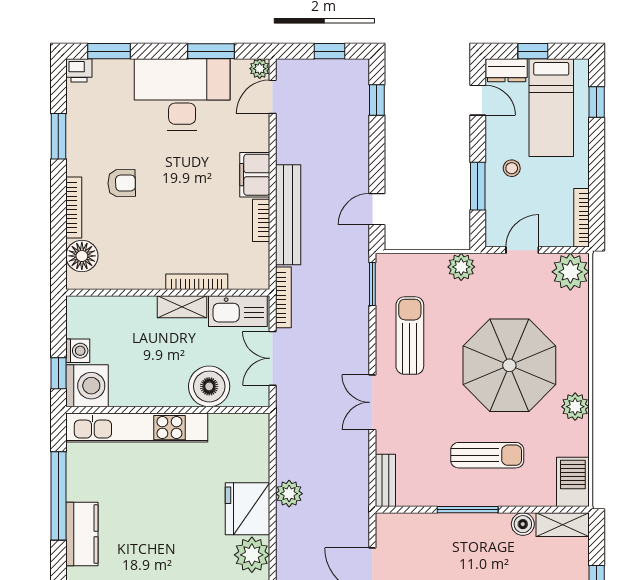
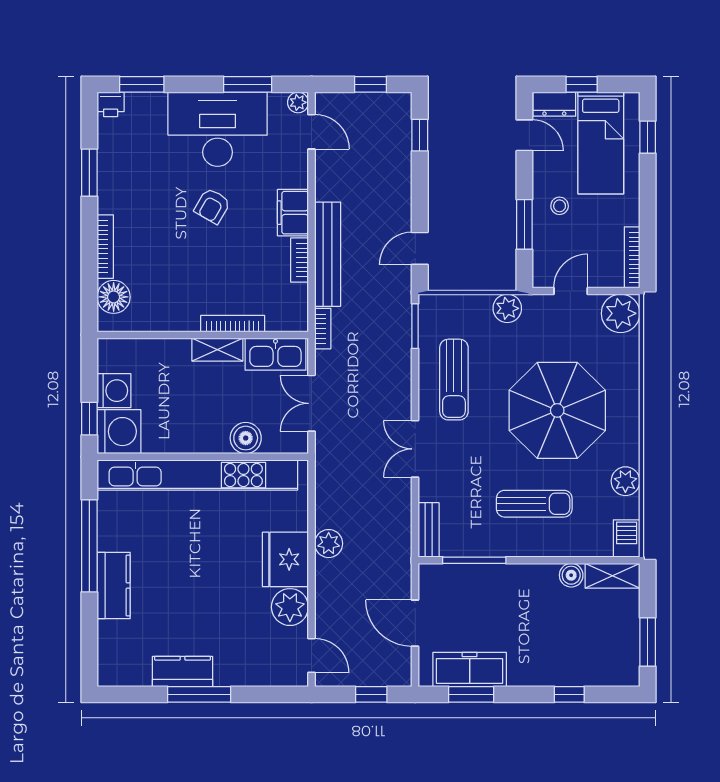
door: (273, 97) -> (311, 132), swing flipped
armchair: (122, 183) -> (212, 206), moved, turned 121
bookcase: (283, 297) -> (323, 329), width x0.64
sun lounger: (410, 336) -> (454, 380), turned 180
washing machine: (78, 351) -> (114, 391), width x1.38, depth x1.38
boiler: (209, 386) -> (246, 438), width x0.73, depth x0.73
plant: (575, 407) -> (625, 481), moved
kitchen unit: (137, 428) -> (197, 475), width x1.36
barbecue: (573, 482) -> (627, 538), width x0.73, depth x0.79
window: (468, 510) -> (474, 560), moved

